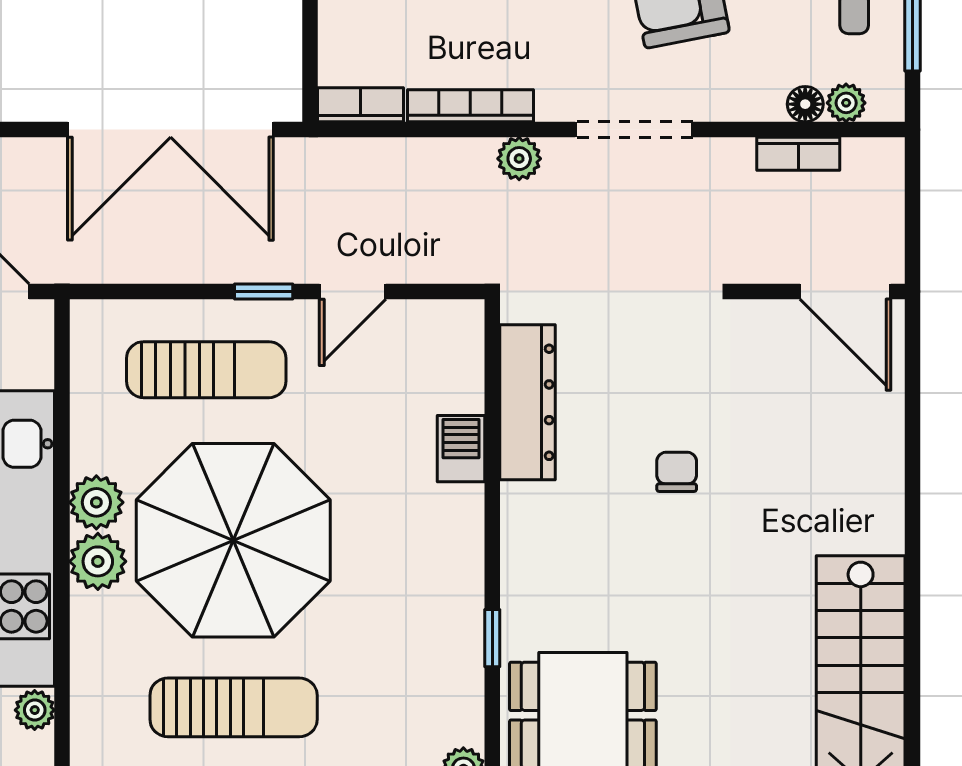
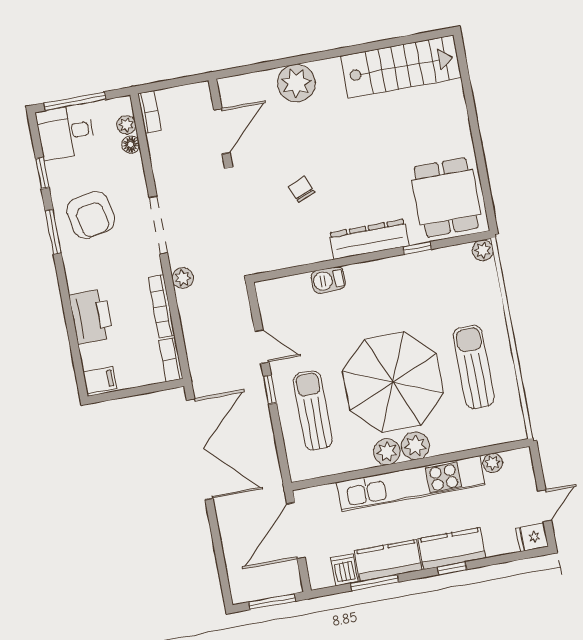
bookcase: (798, 154) -> (149, 112), moved
door: (845, 292) -> (222, 131), moved
dresser: (528, 402) -> (369, 239), moved
plant: (867, 458) -> (296, 83), added
chair: (677, 472) -> (302, 189), moved, turned 68

